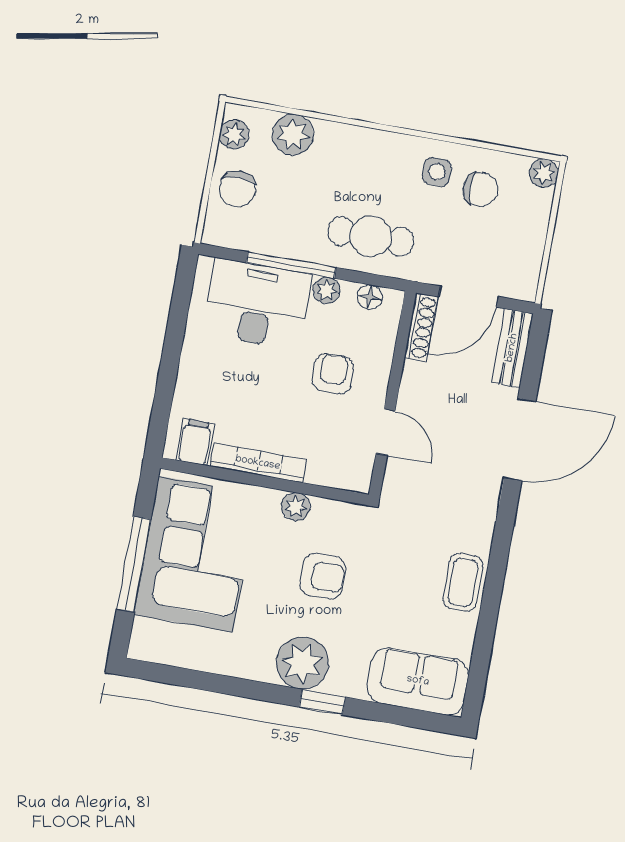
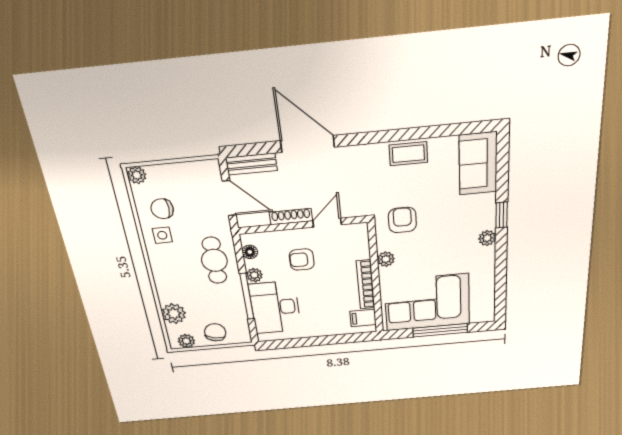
chair: (237, 189) -> (215, 332), turned -78
chair: (480, 189) -> (162, 209), turned -90
shoe rack: (421, 327) -> (291, 217), moved
armchair: (323, 576) -> (402, 220), moved
plant: (302, 663) -> (487, 238), width x0.53, depth x0.53

